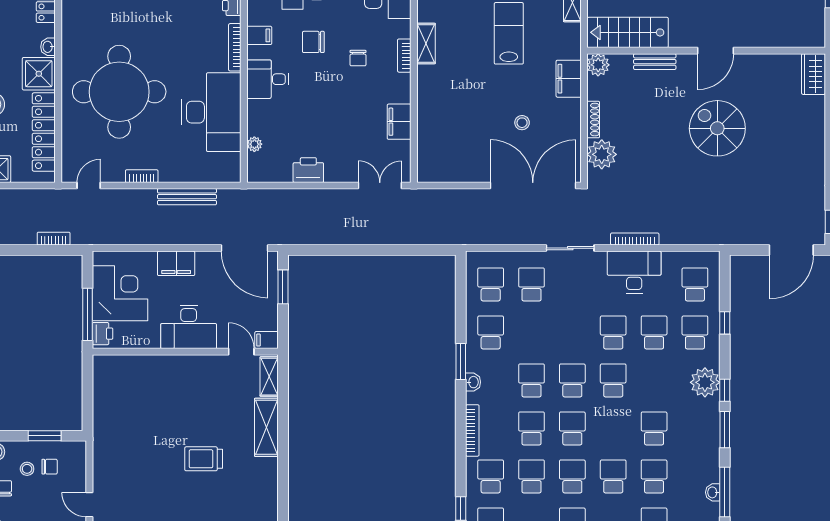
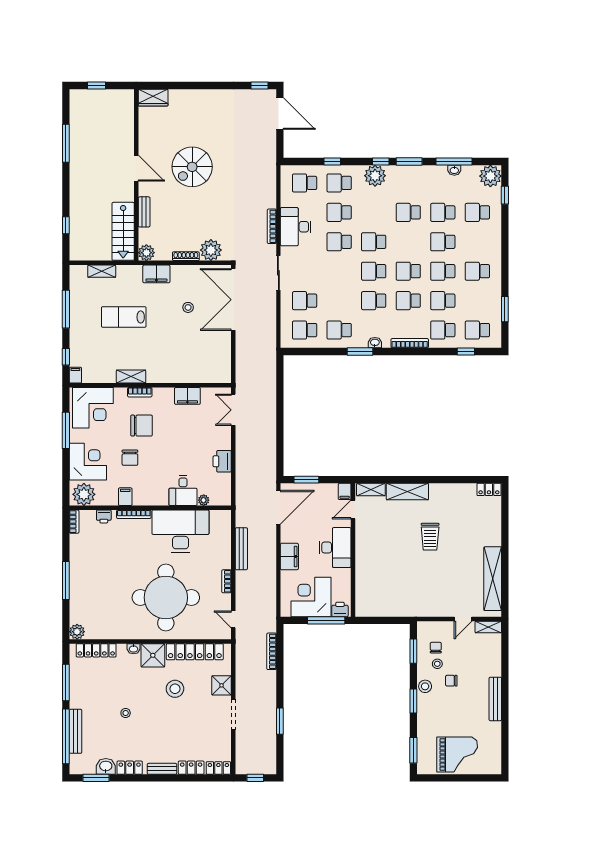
chair: (358, 58) -> (142, 426), width x1.87, depth x1.87
desk: (268, 79) -> (183, 491), moved
bookcase: (54, 239) -> (272, 651), width x1.56

